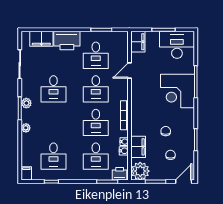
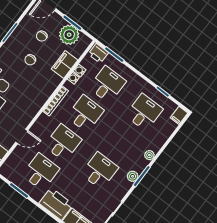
plant: (140, 171) -> (69, 35), moved

